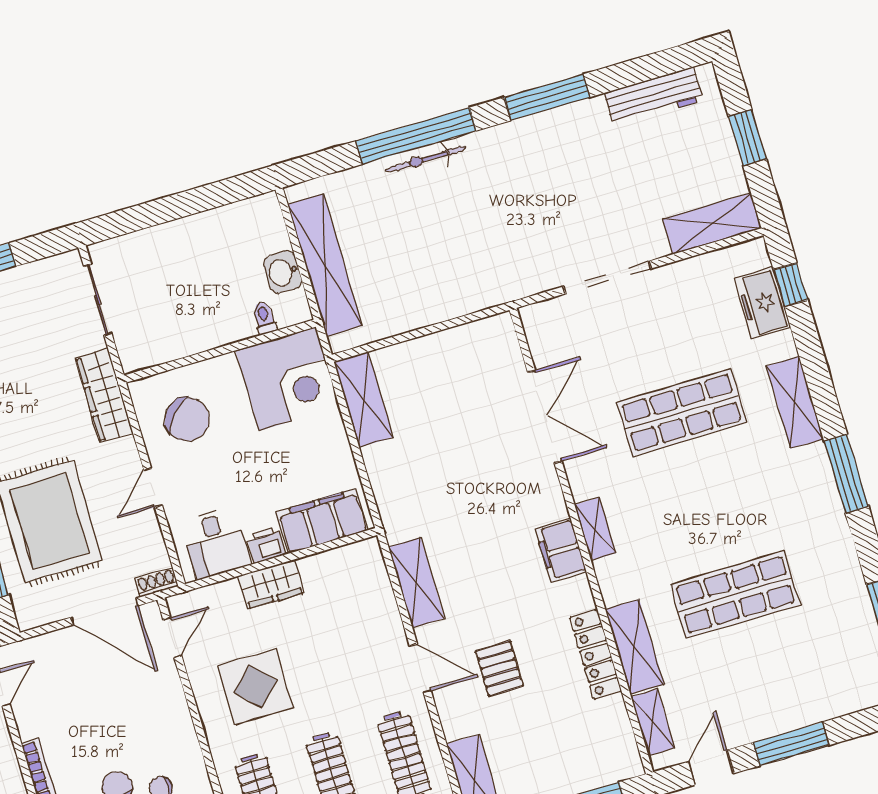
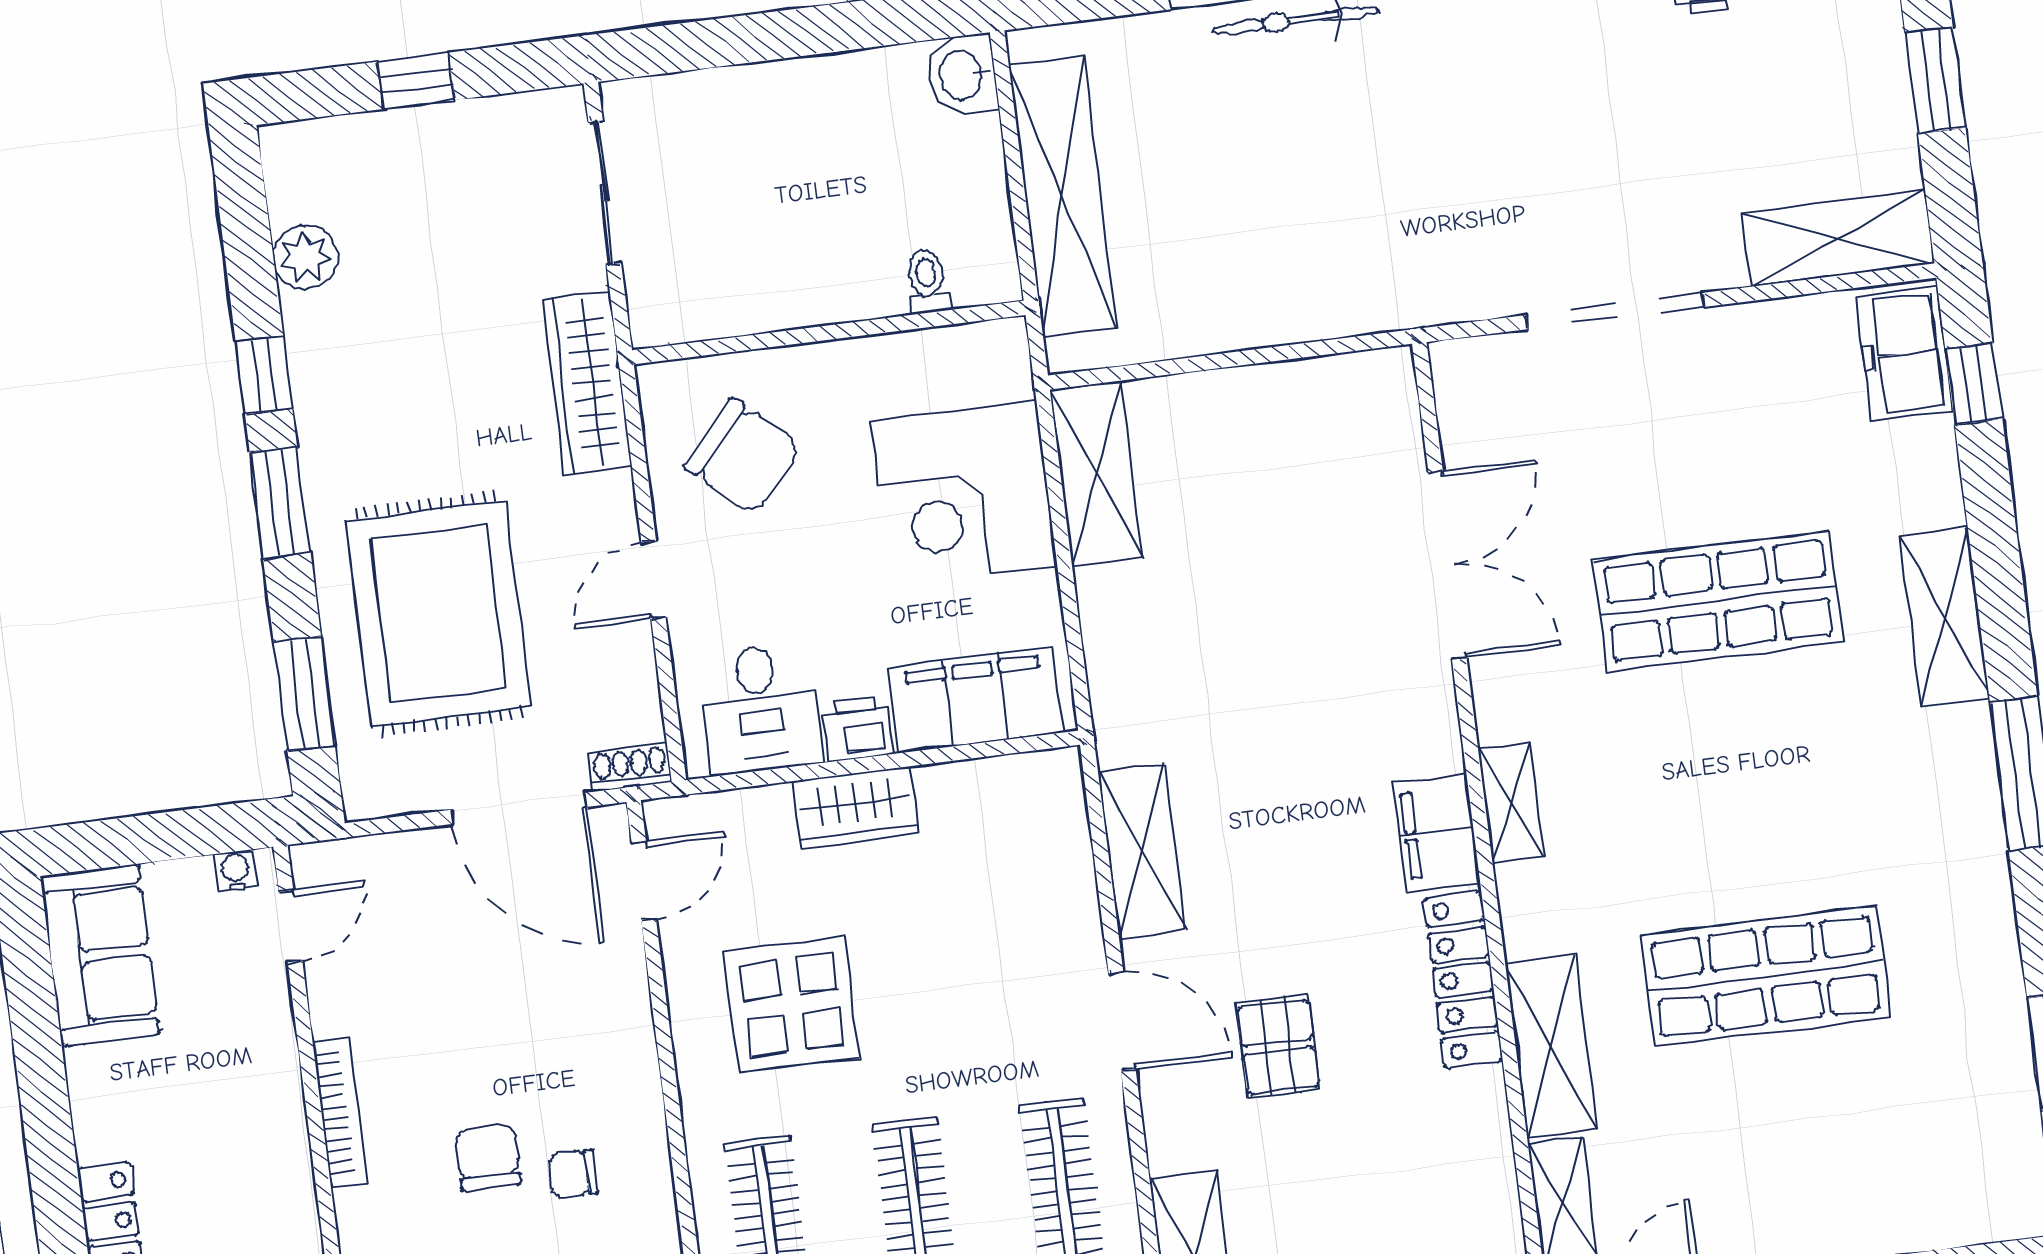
washbasin: (283, 272) -> (962, 75), moved
freezer: (762, 303) -> (1905, 353), moved
corner desk: (287, 379) -> (964, 493), moved, turned 90
locker: (596, 654) -> (1463, 980), moved

